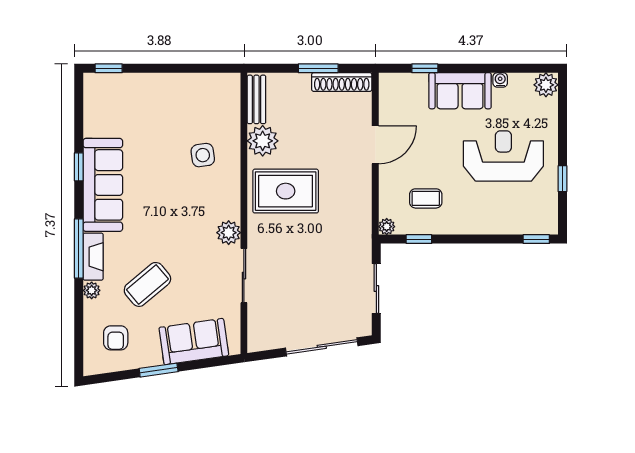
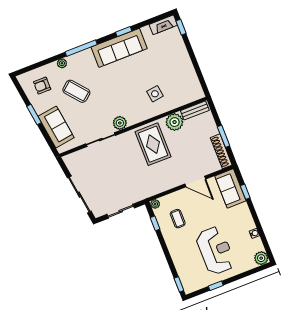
sofa: (460, 91) -> (230, 188), moved
fireplace: (93, 257) -> (163, 25), moved

